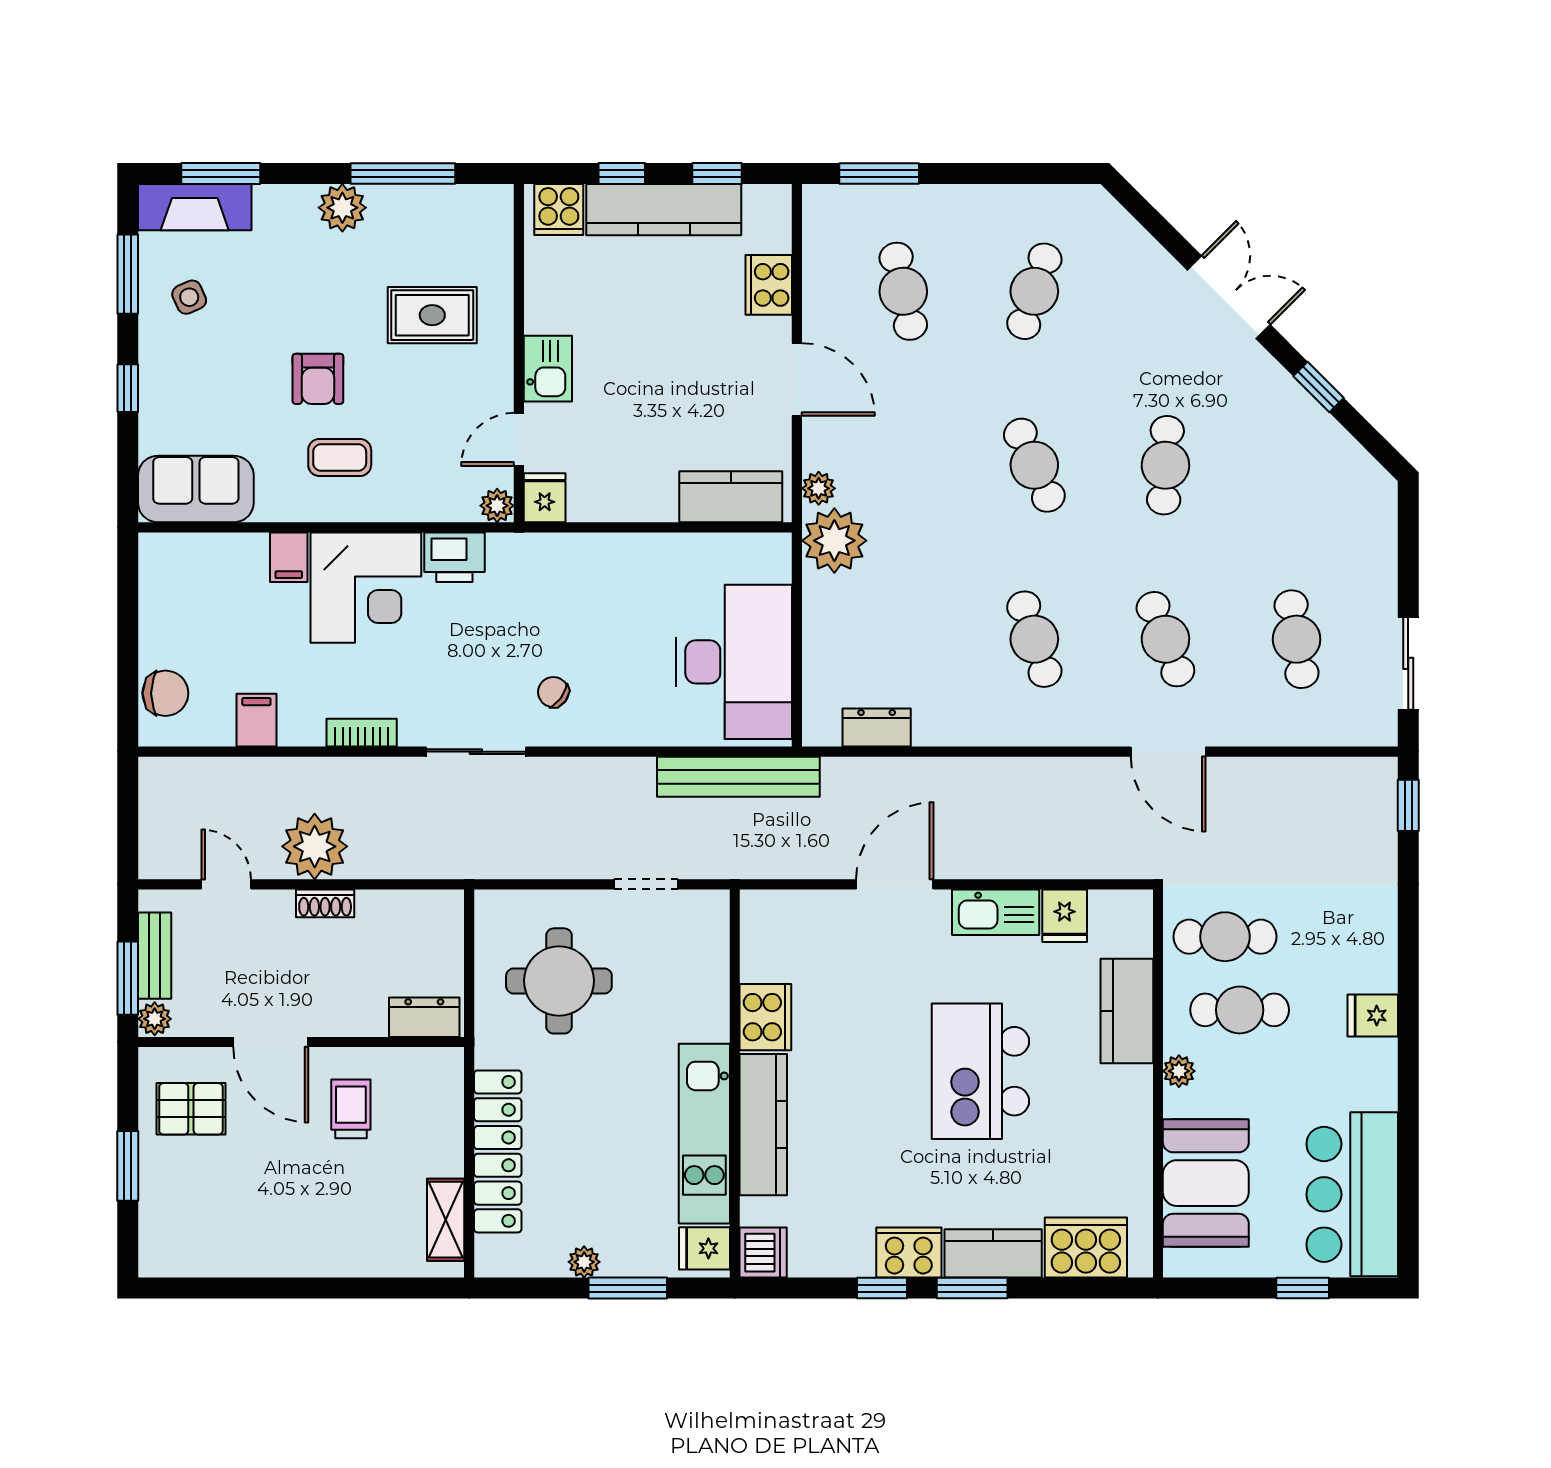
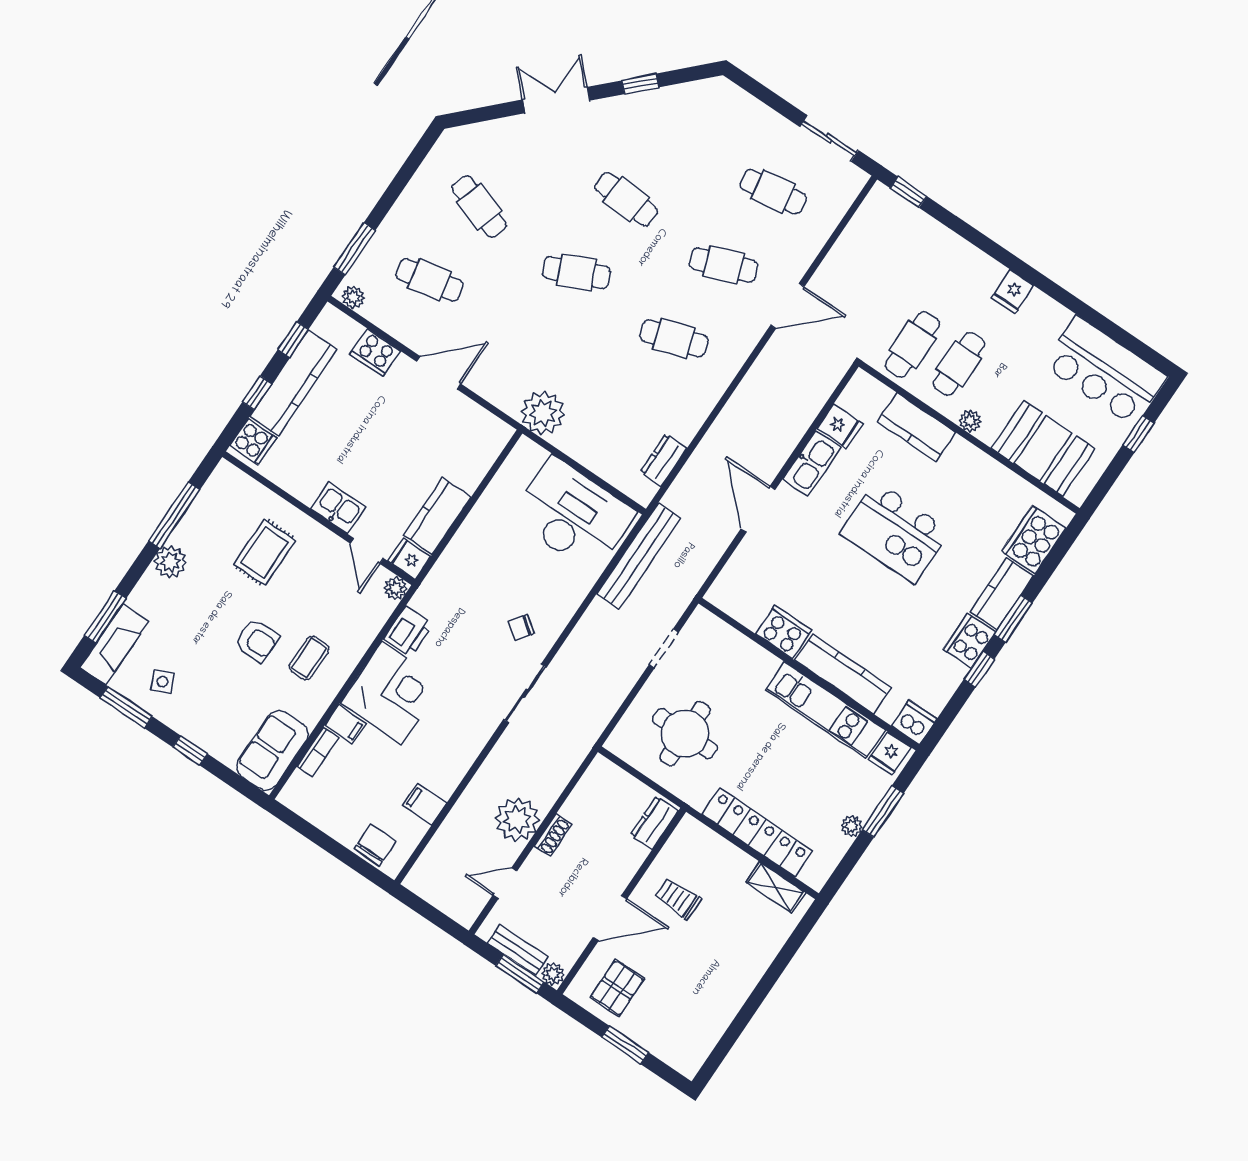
plant: (819, 488) -> (353, 297), moved
kitchen counter: (731, 497) -> (437, 516), moved
bookcase: (362, 733) -> (318, 752), moved, turned 180

